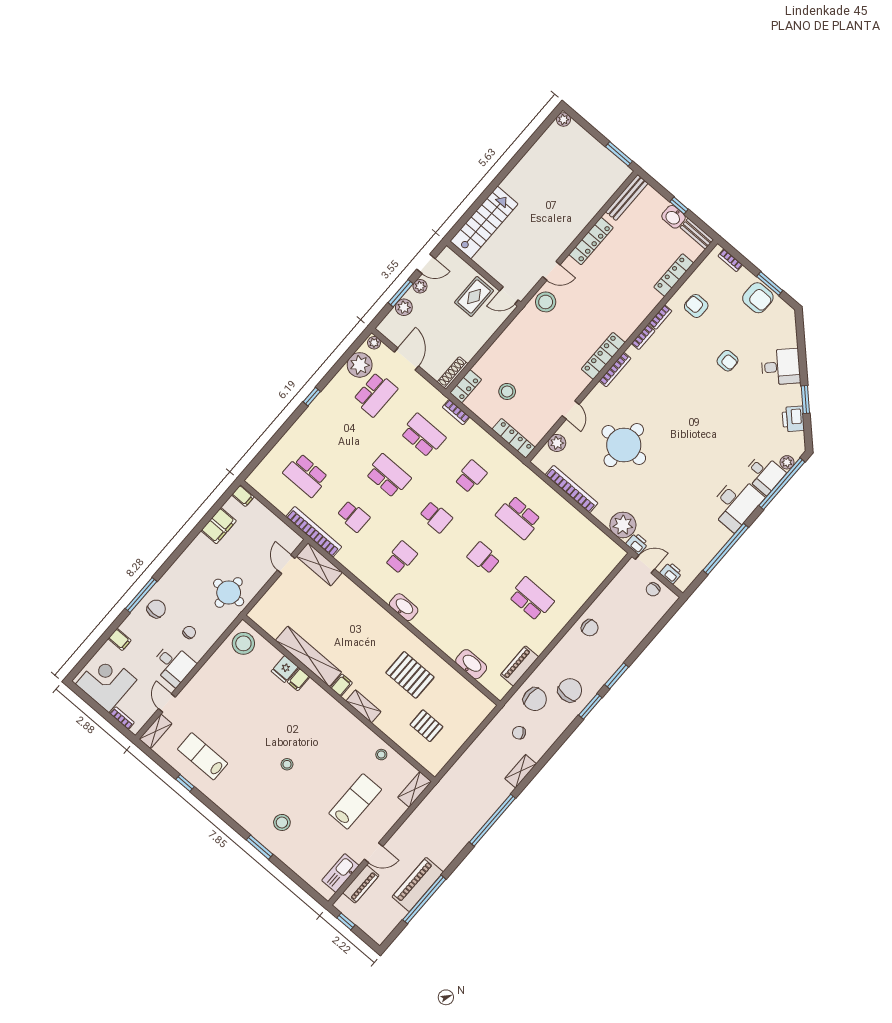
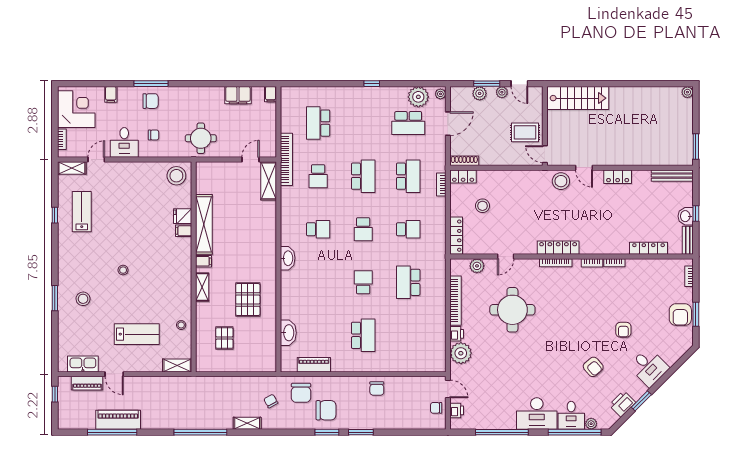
locker: (591, 241) -> (618, 177), width x0.66
armchair: (696, 306) -> (593, 367), moved, turned 139
printer: (637, 544) -> (457, 334), moved

